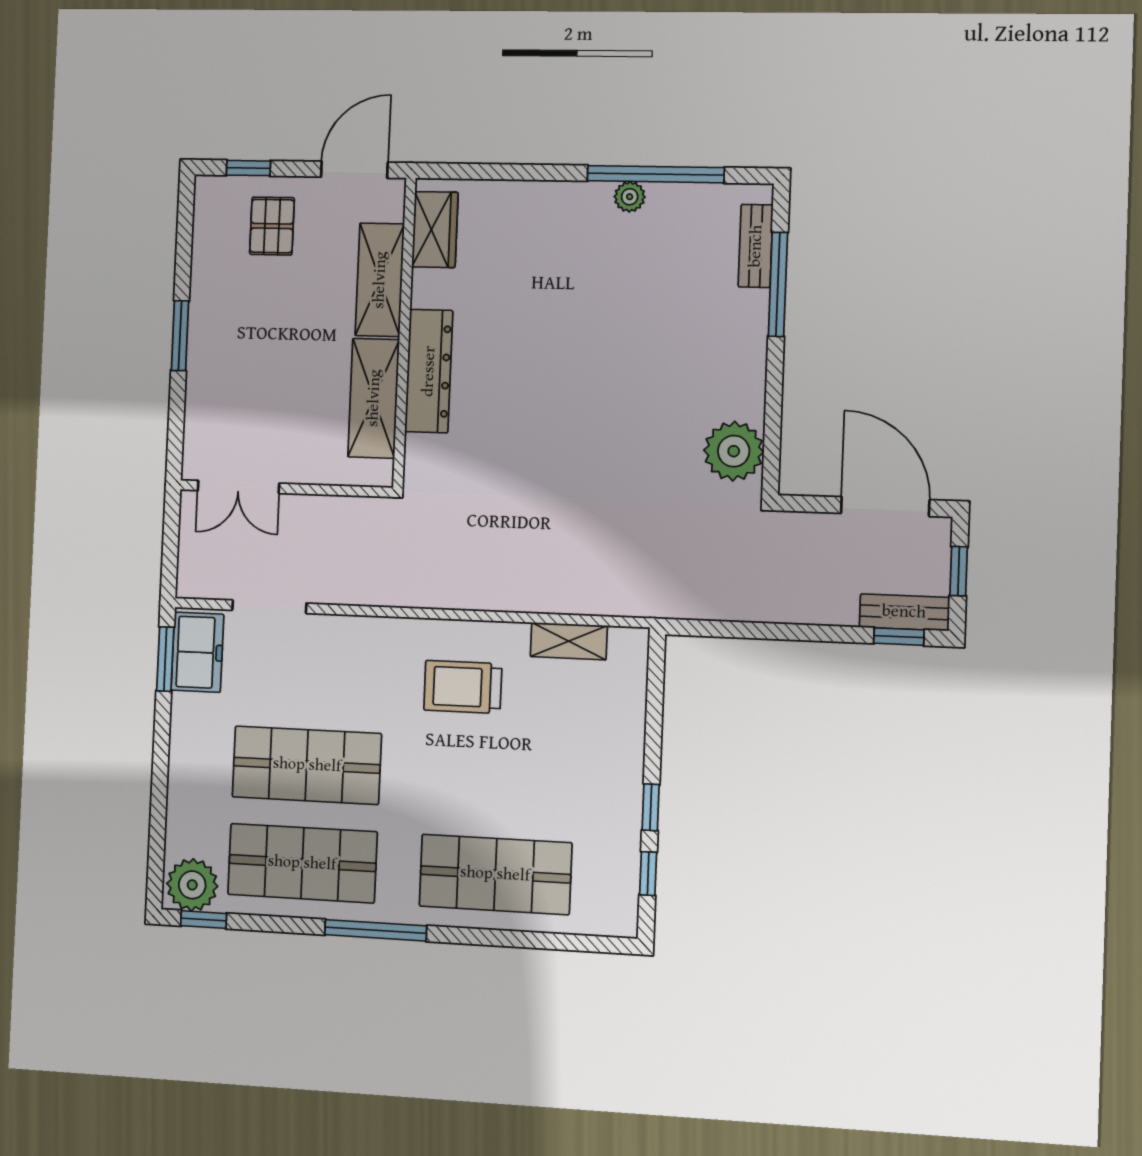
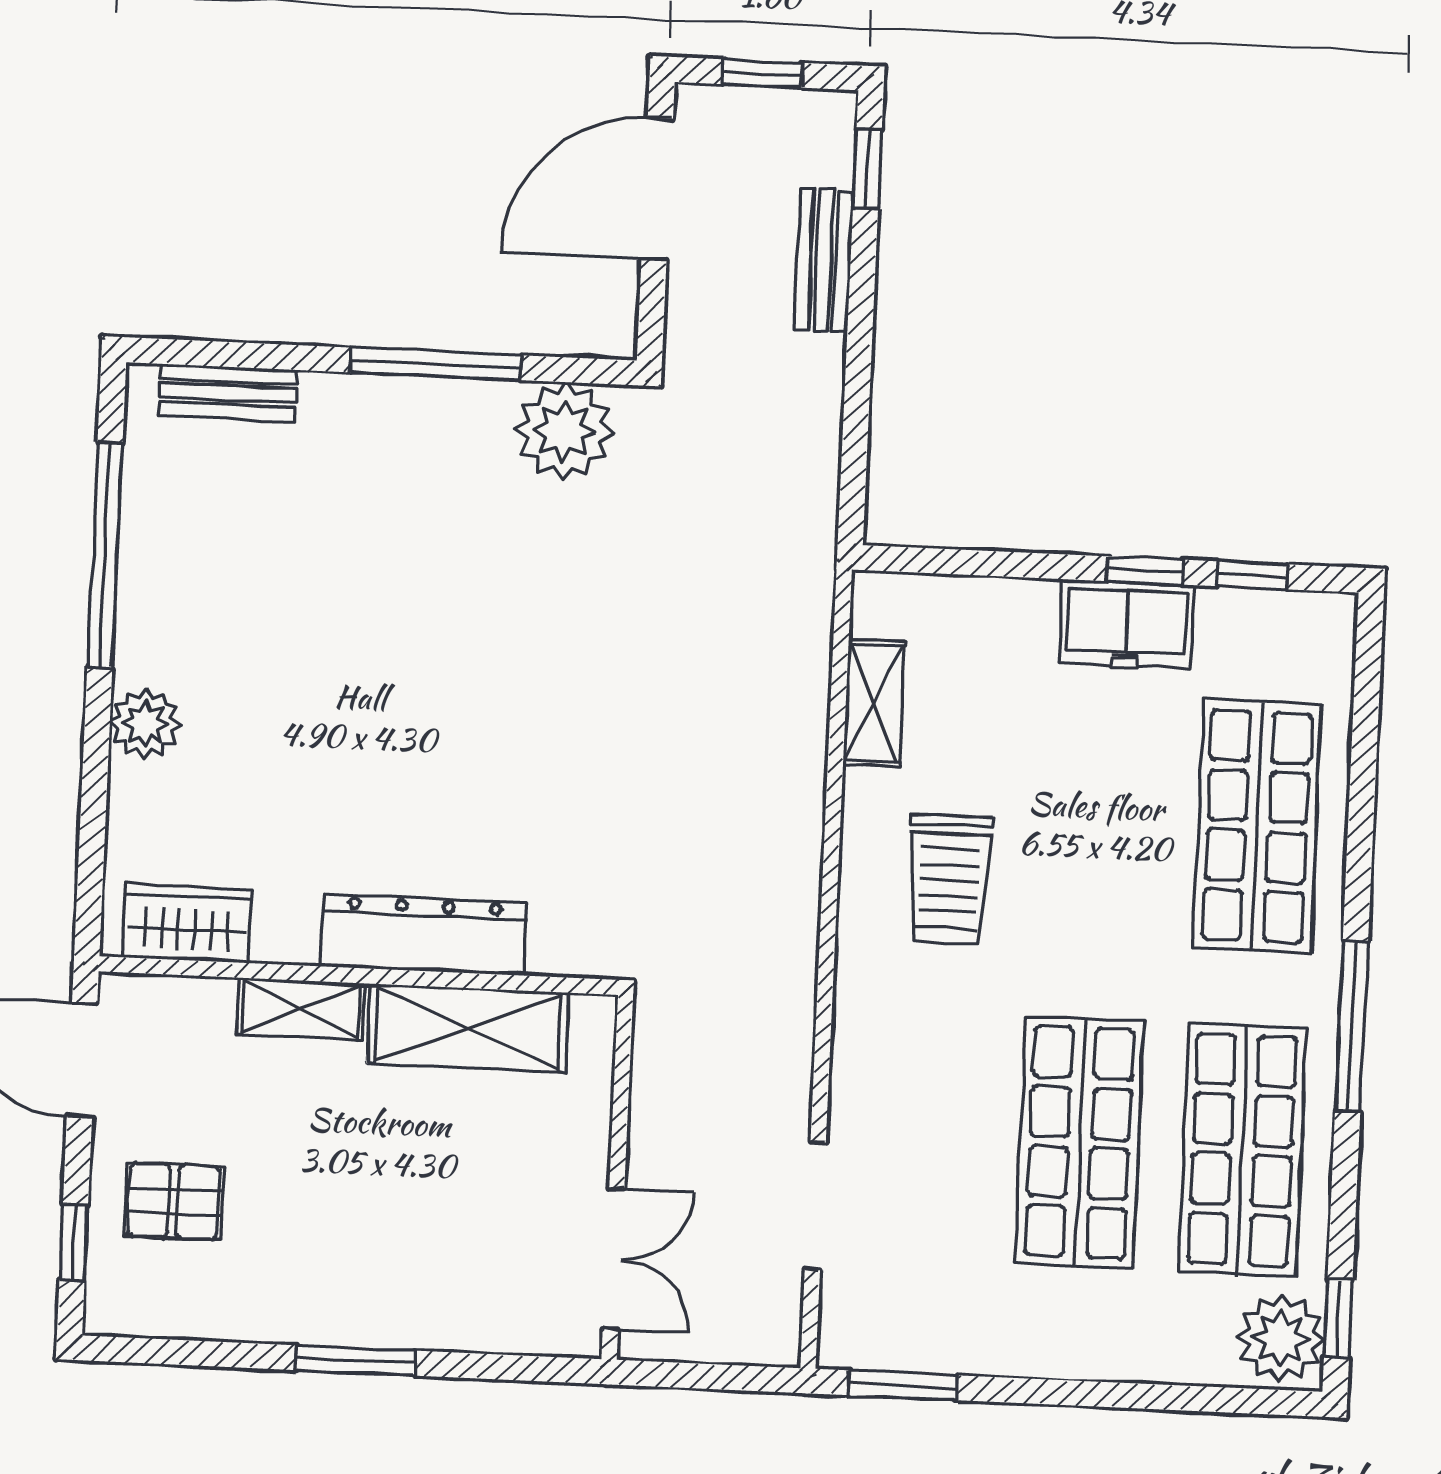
plant: (630, 197) -> (145, 724), moved, width x1.38, depth x1.38
shelving: (380, 280) -> (301, 1009), width x0.67, depth x0.75
window: (778, 284) -> (436, 364), moved
bench: (904, 612) -> (824, 260), moved
freezer: (197, 652) -> (1127, 625), moved, turned 180

